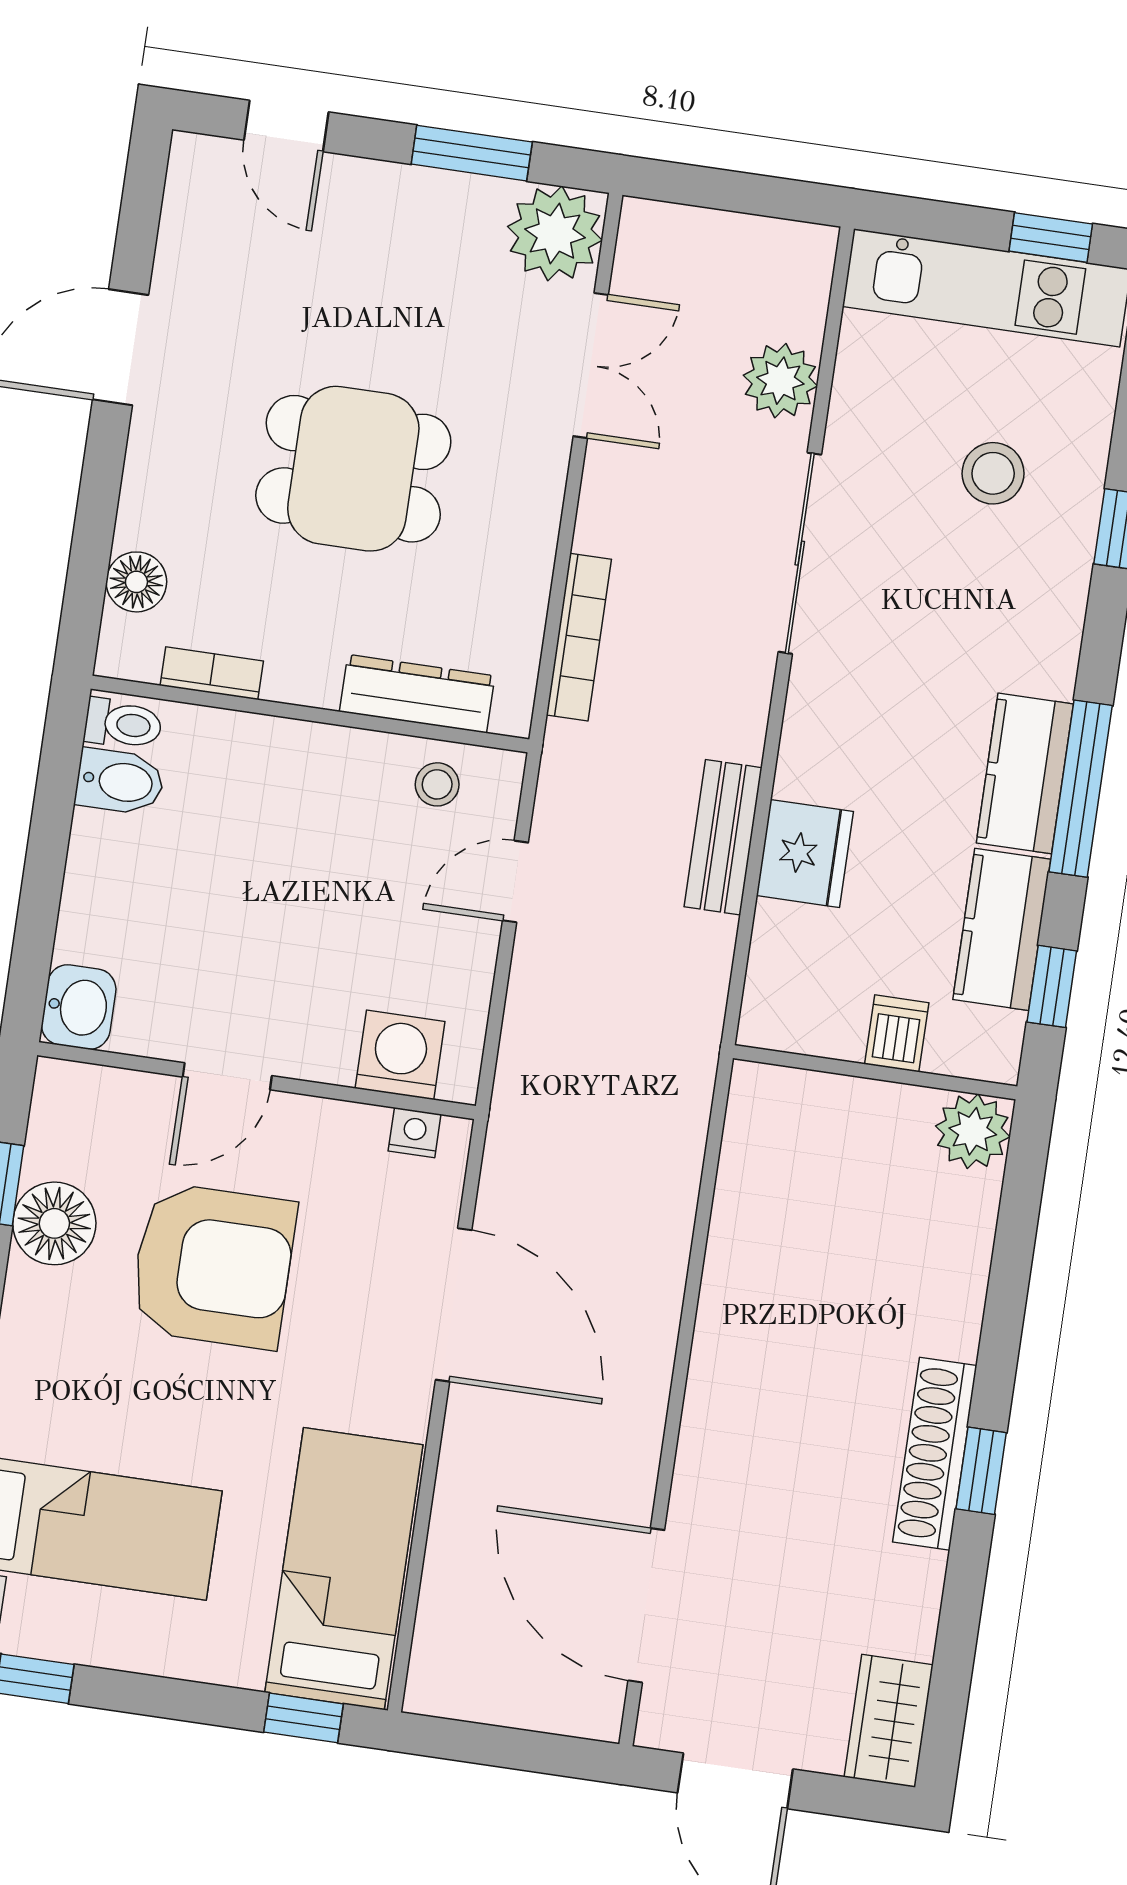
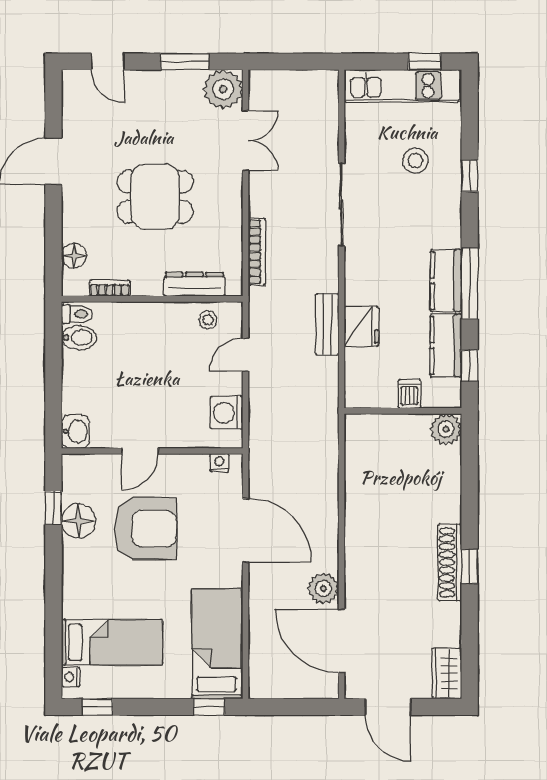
plant: (780, 381) -> (323, 588), moved
washing machine: (400, 1055) -> (227, 413), moved, turned -90

